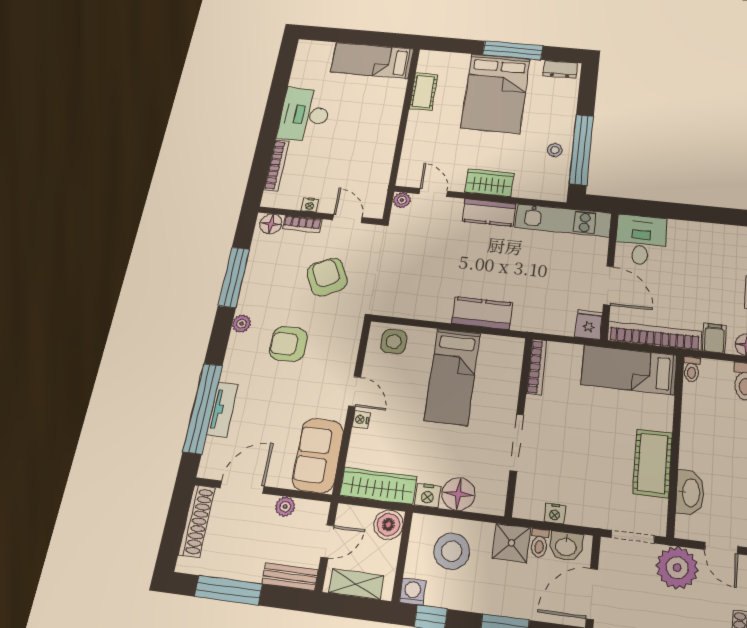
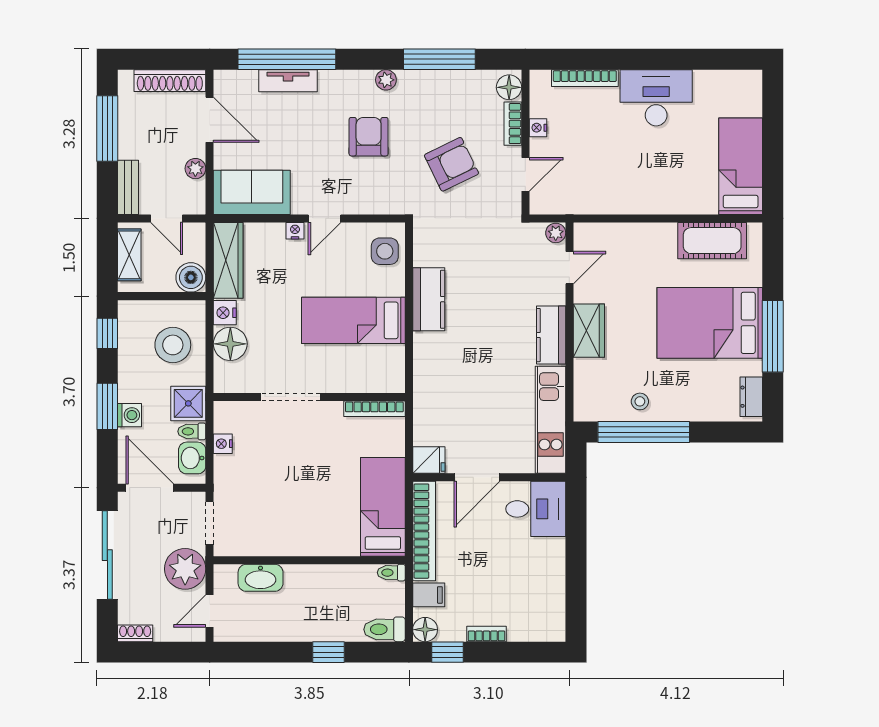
cot: (423, 92) -> (712, 241), width x1.37, depth x1.34
kitchen counter: (482, 313) -> (429, 299), moved
cot: (653, 463) -> (286, 538), removed
washing machine: (413, 592) -> (129, 415), moved

